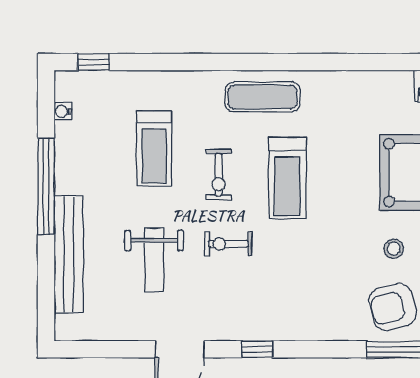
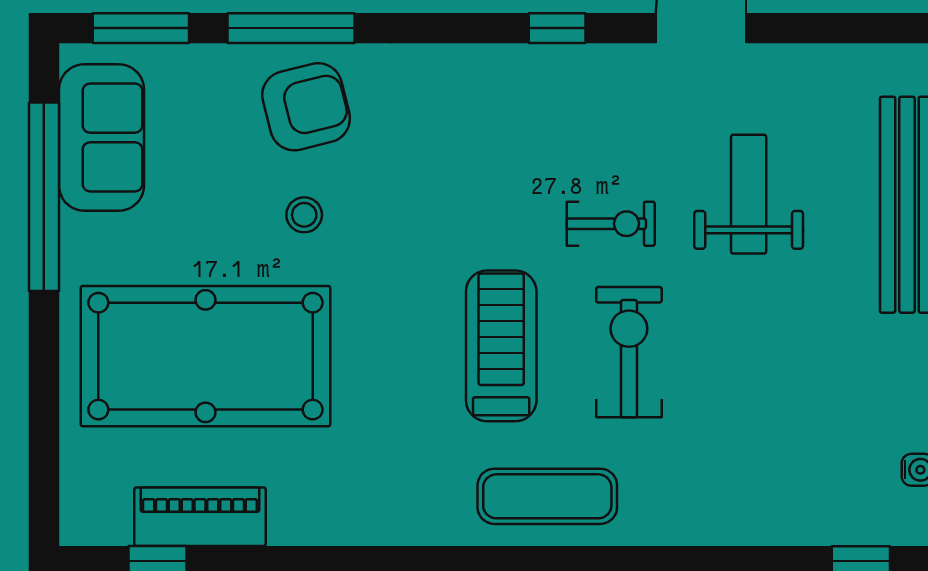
treadmill: (154, 148) -> (749, 401), removed
exercise bike: (219, 175) -> (629, 352), width x1.38, depth x1.39

